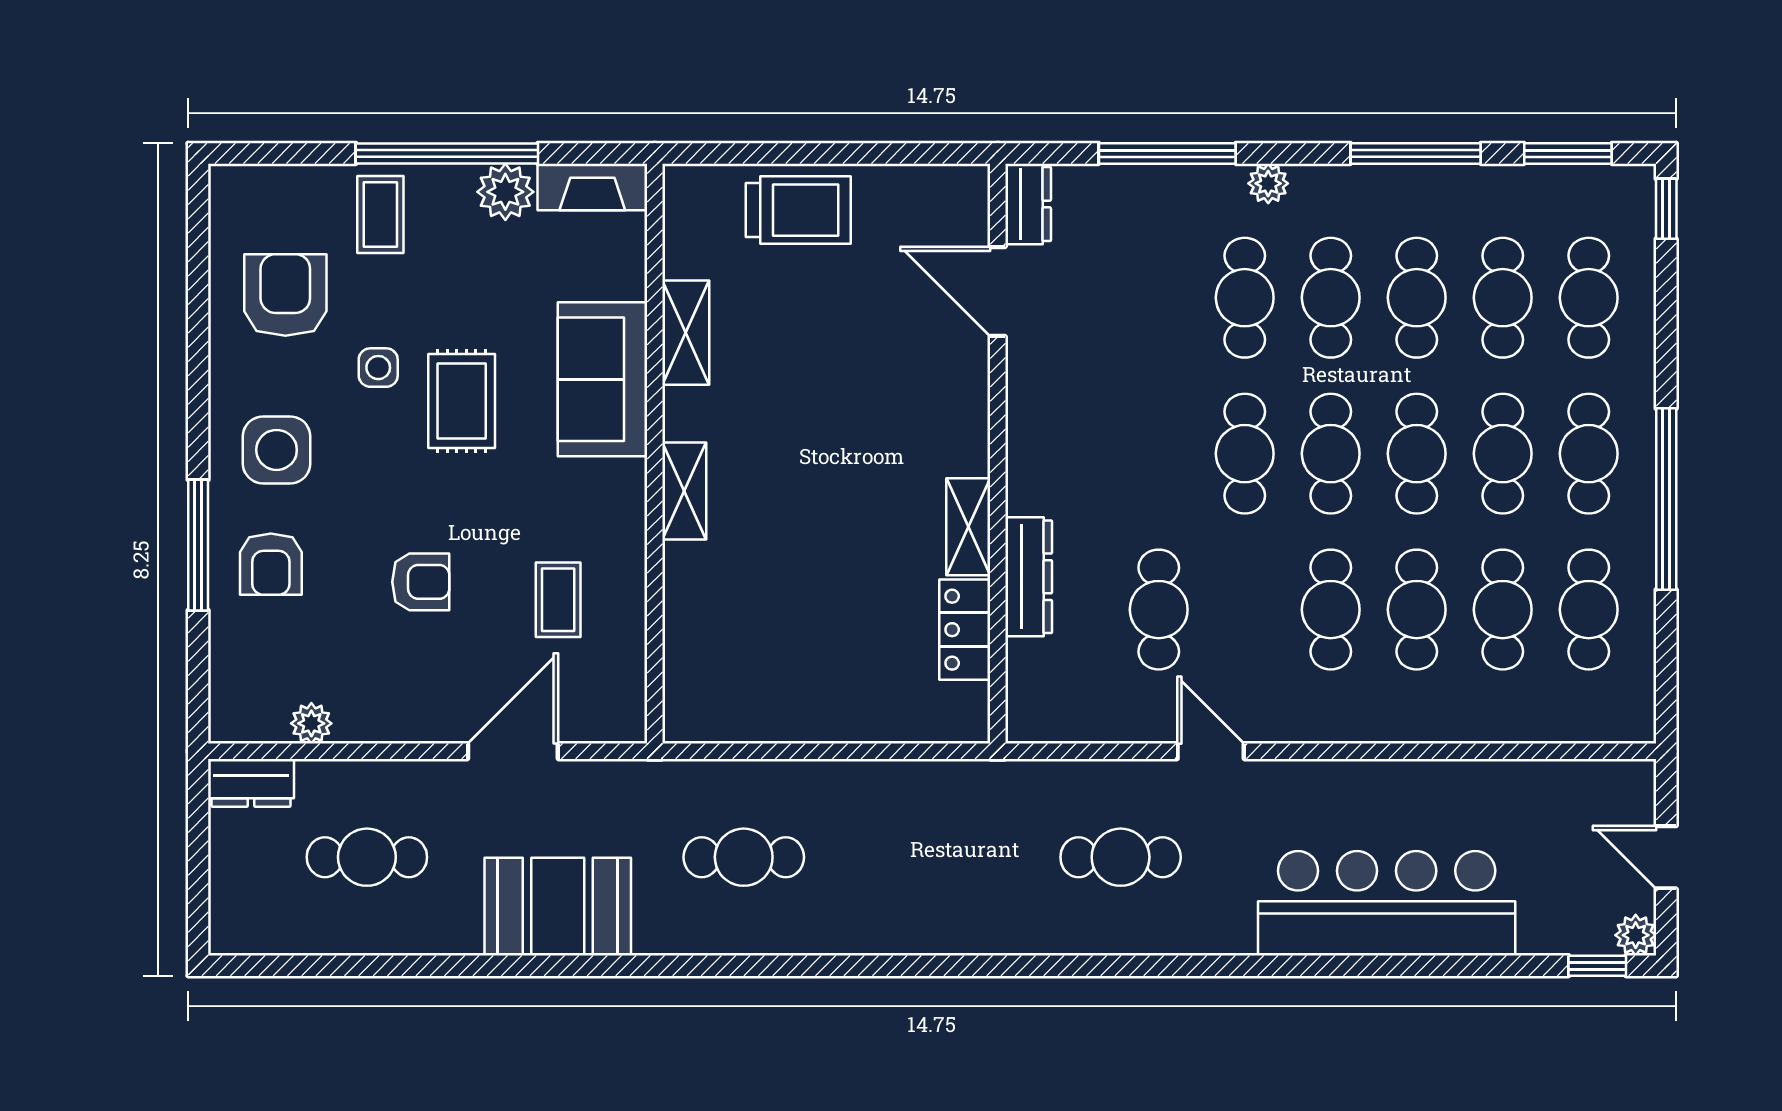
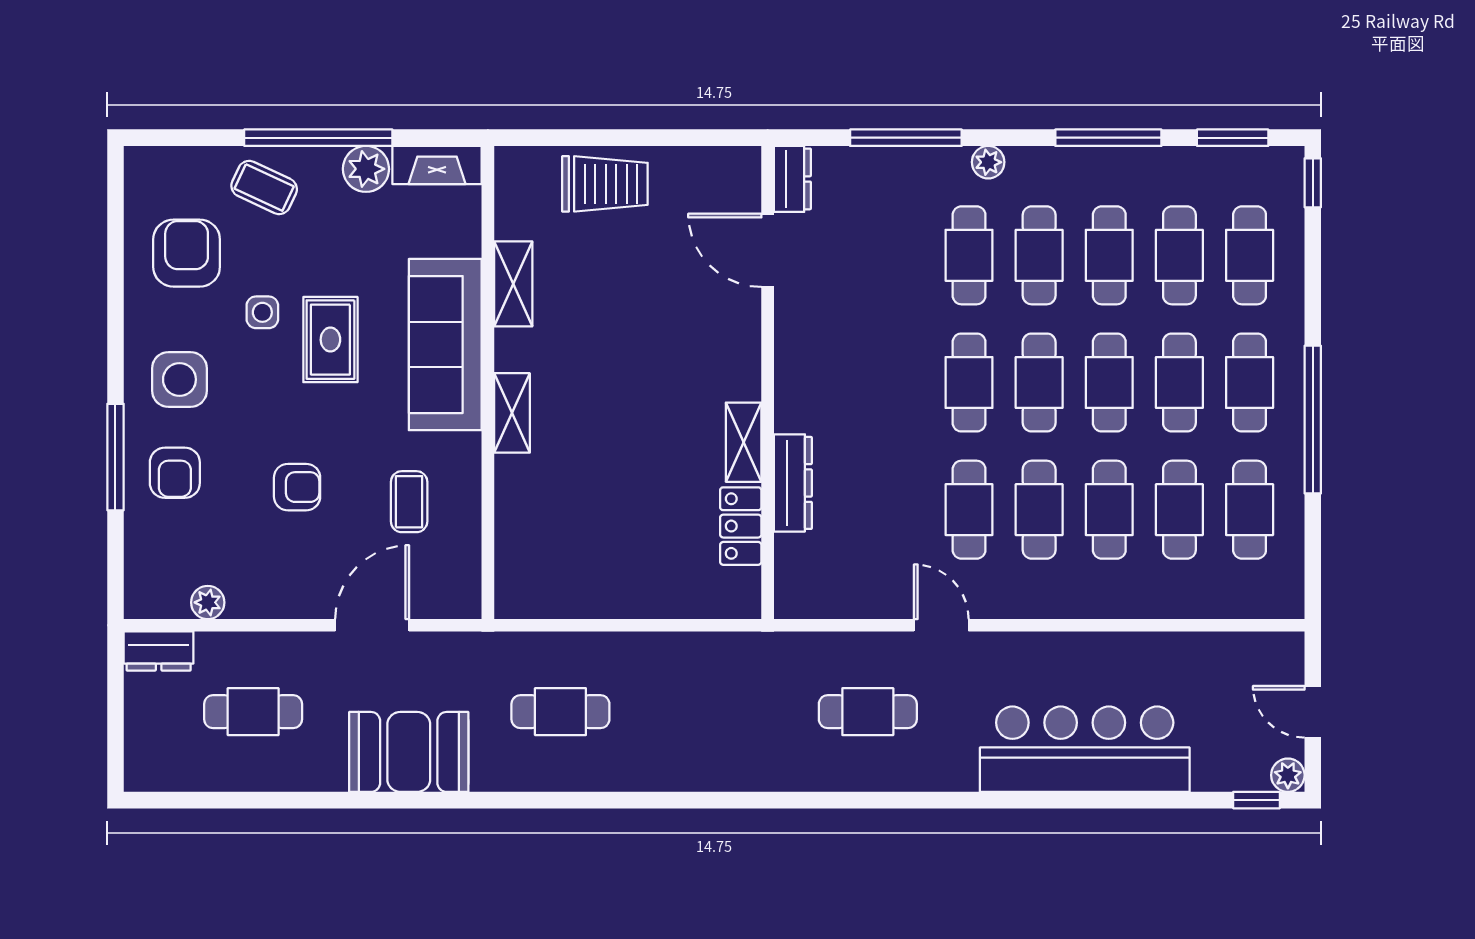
coffee table: (380, 215) -> (264, 187), turned -65
sofa: (602, 379) -> (445, 345), width x1.36
cafe table: (1159, 610) -> (969, 510), moved

